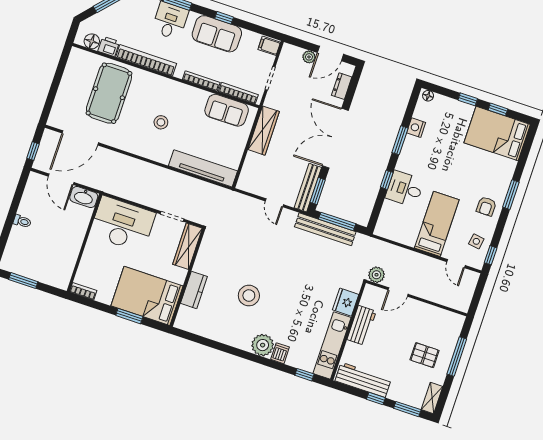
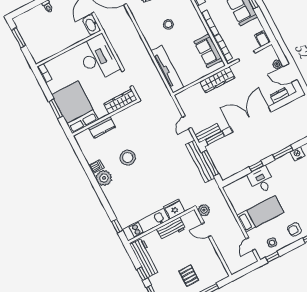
bench: (308, 188) -> (208, 133), width x0.73
plant: (263, 345) -> (104, 178), moved
dishwasher: (280, 353) -> (96, 167), moved

